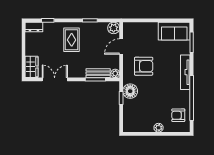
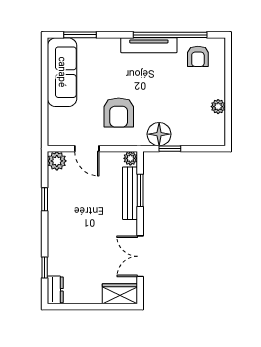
sofa: (174, 31) -> (62, 72), width x1.36
rug: (72, 40) -> (76, 229), removed
armchair: (144, 66) -> (119, 112), turned 180
tv unit: (185, 72) -> (149, 45), moved
bench: (98, 73) -> (130, 193), width x1.36
plant: (159, 128) -> (218, 107), moved

